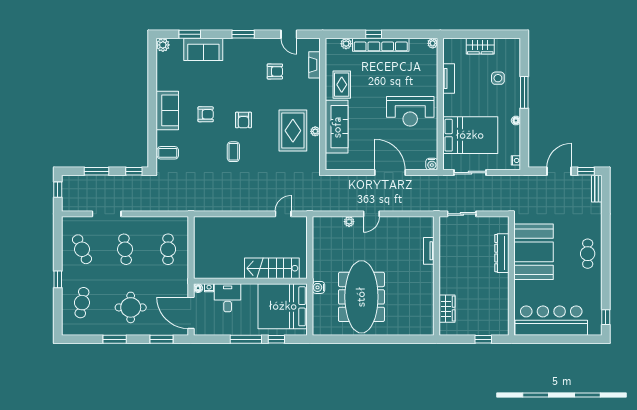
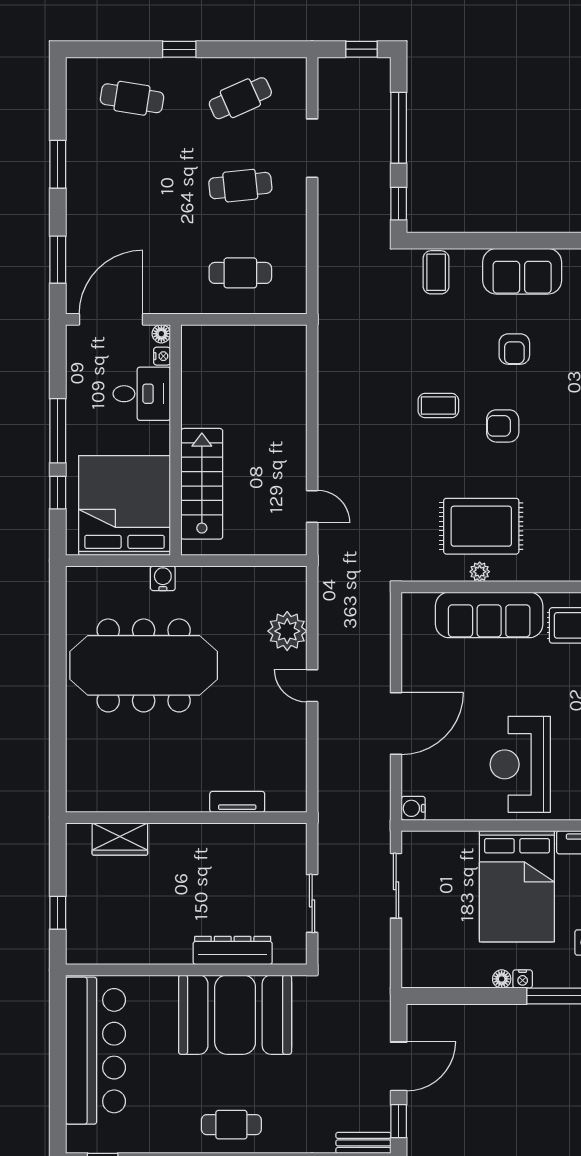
bed: (470, 135) -> (517, 886), moved
nightstand: (516, 160) -> (523, 979), moved
window: (97, 171) -> (399, 128), width x1.44
door: (559, 171) -> (399, 1066), hinge flipped
sliding door: (462, 214) -> (312, 903), moved
plant: (349, 222) -> (287, 631), width x1.87, depth x1.87
round table: (131, 307) -> (122, 197), removed

